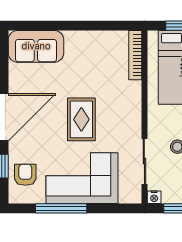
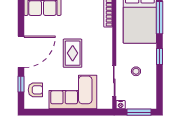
armchair: (25, 175) -> (35, 90), turned 90
window: (61, 208) -> (59, 112), removed

